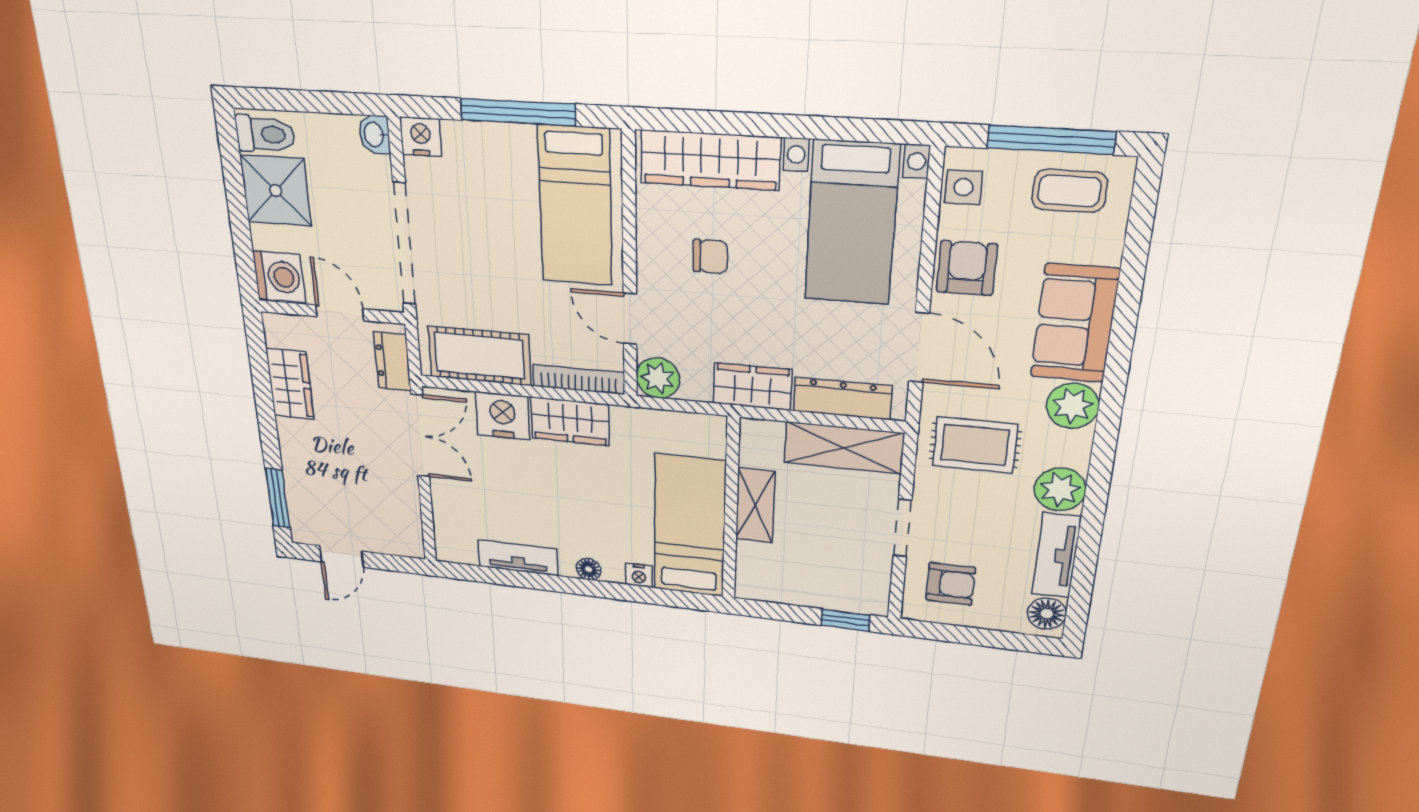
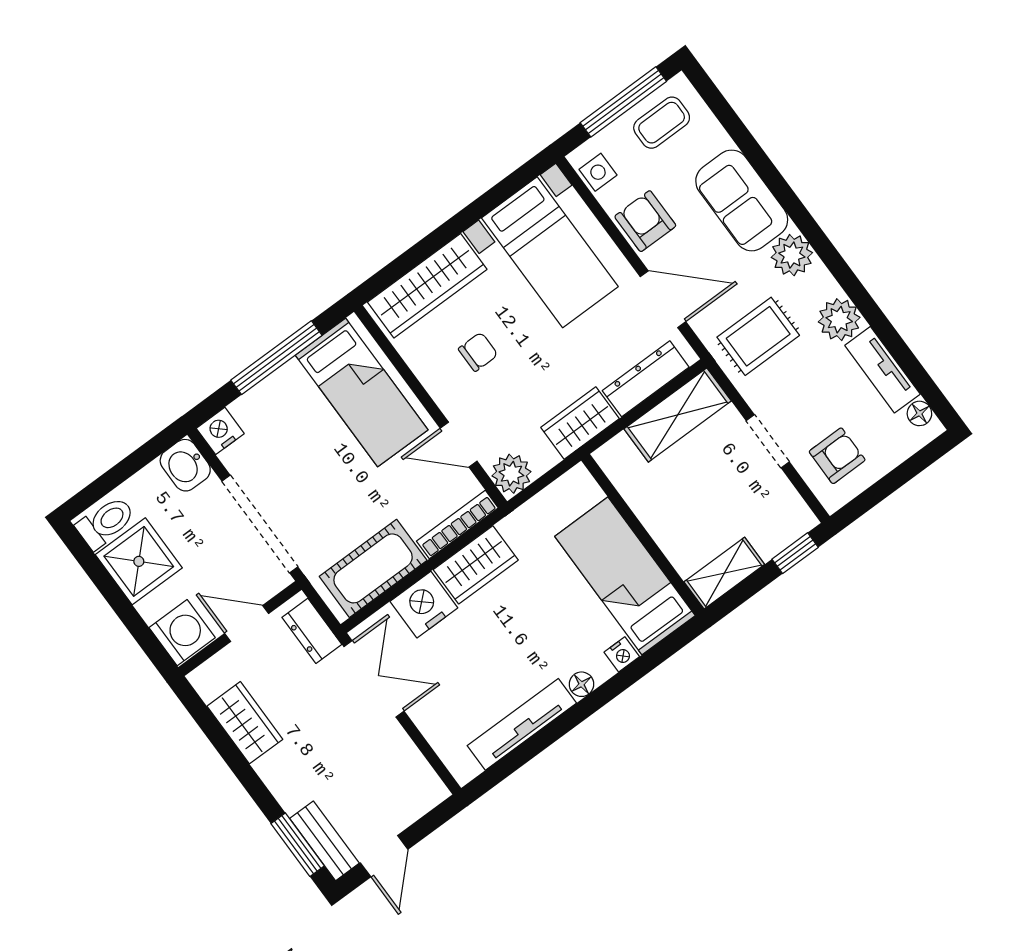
washbasin: (375, 134) -> (185, 465), width x1.38, depth x1.45
shelving: (755, 505) -> (724, 573), moved, turned 90
bench: (301, 512) -> (324, 841), added
tv unit: (518, 558) -> (522, 724), width x1.41
floor lamp: (1047, 614) -> (919, 413), width x0.73, depth x0.73

